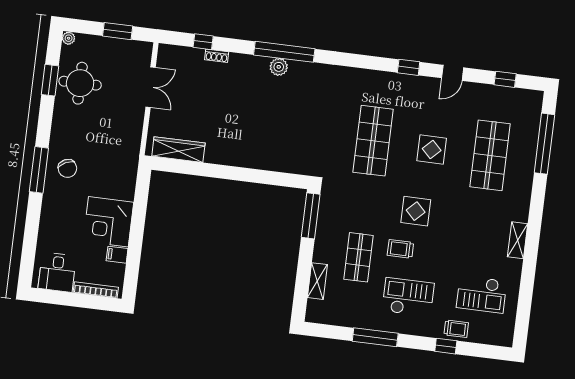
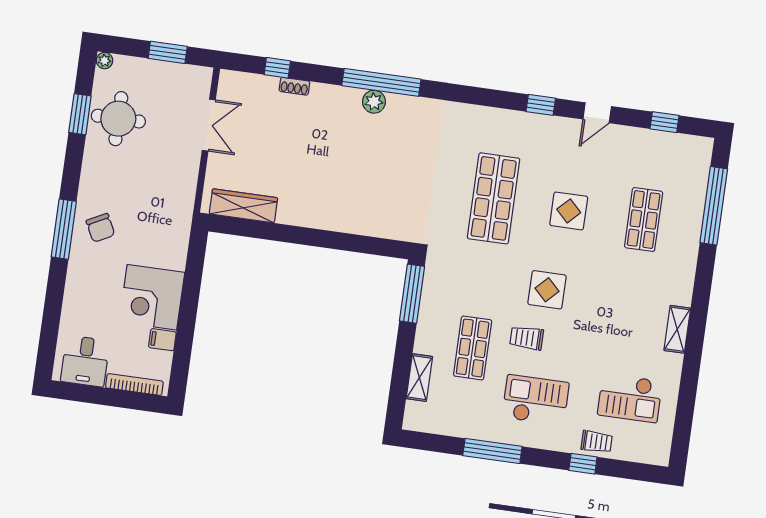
shop shelf: (490, 155) -> (644, 220), width x0.70, depth x0.74

